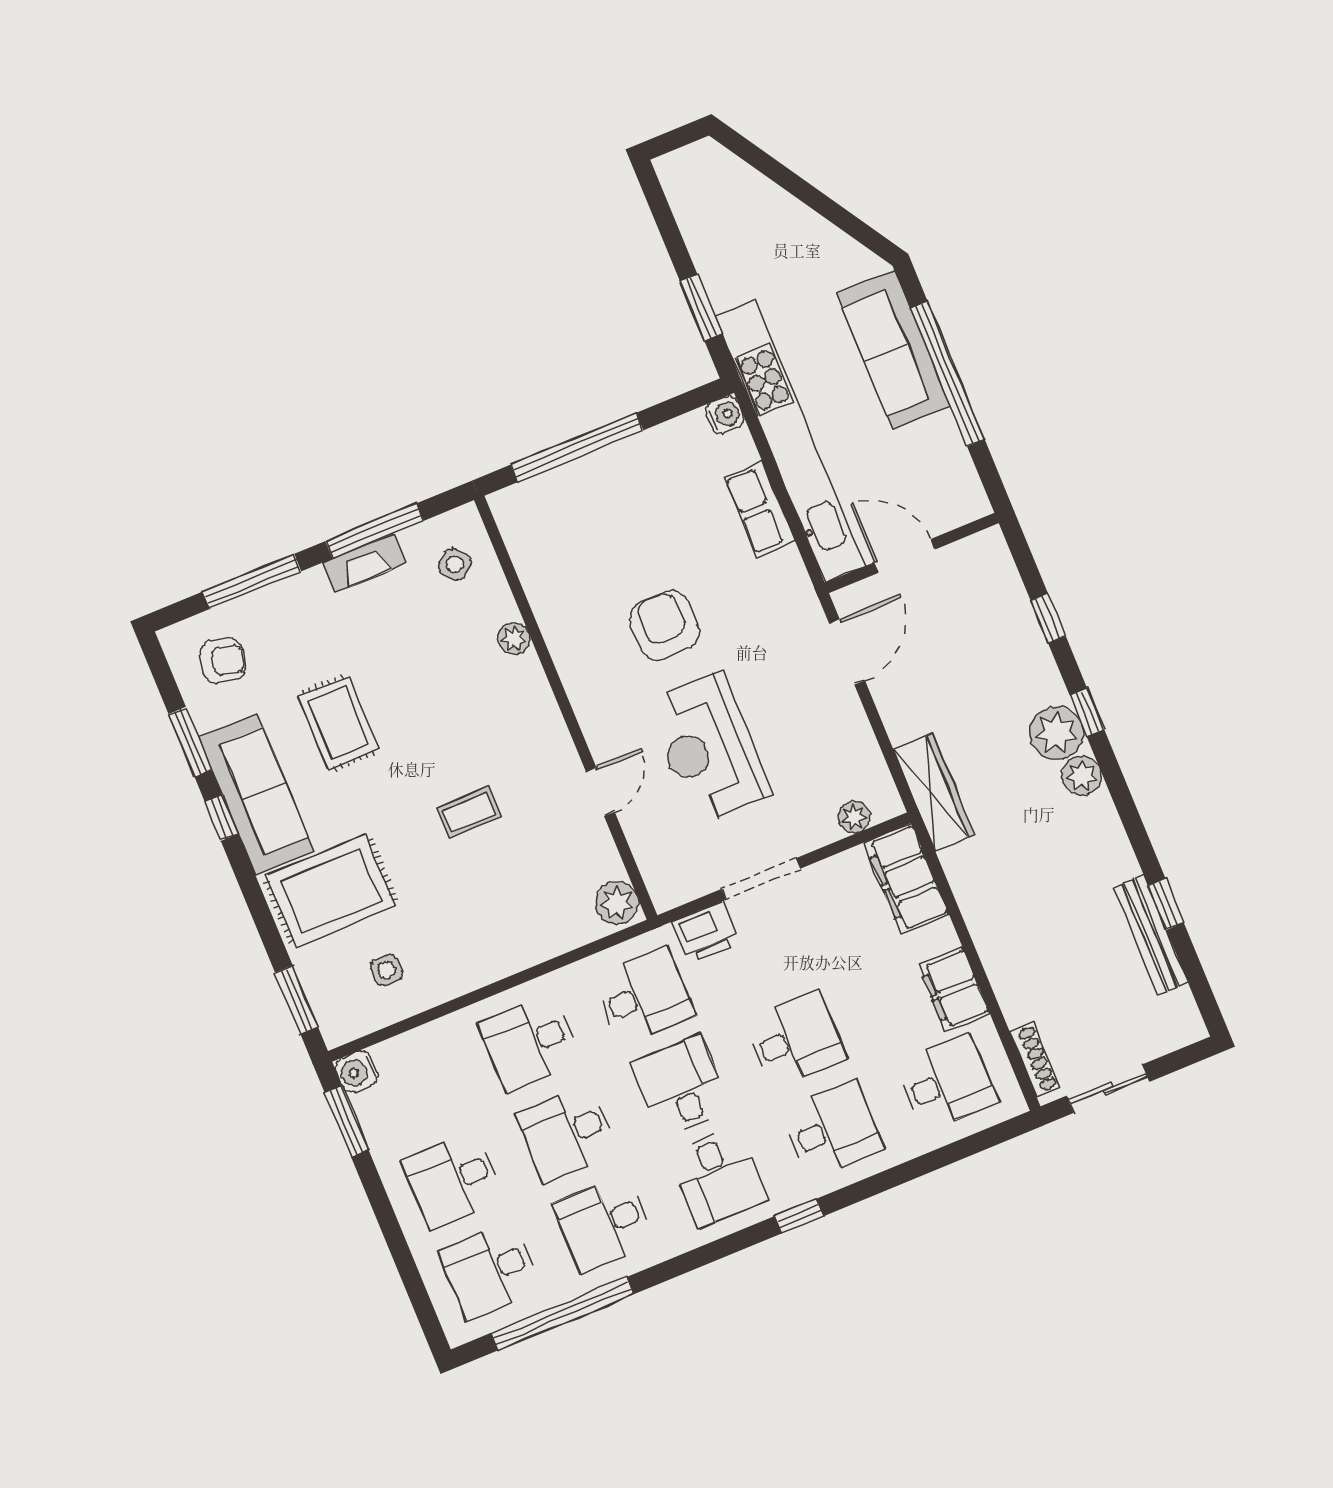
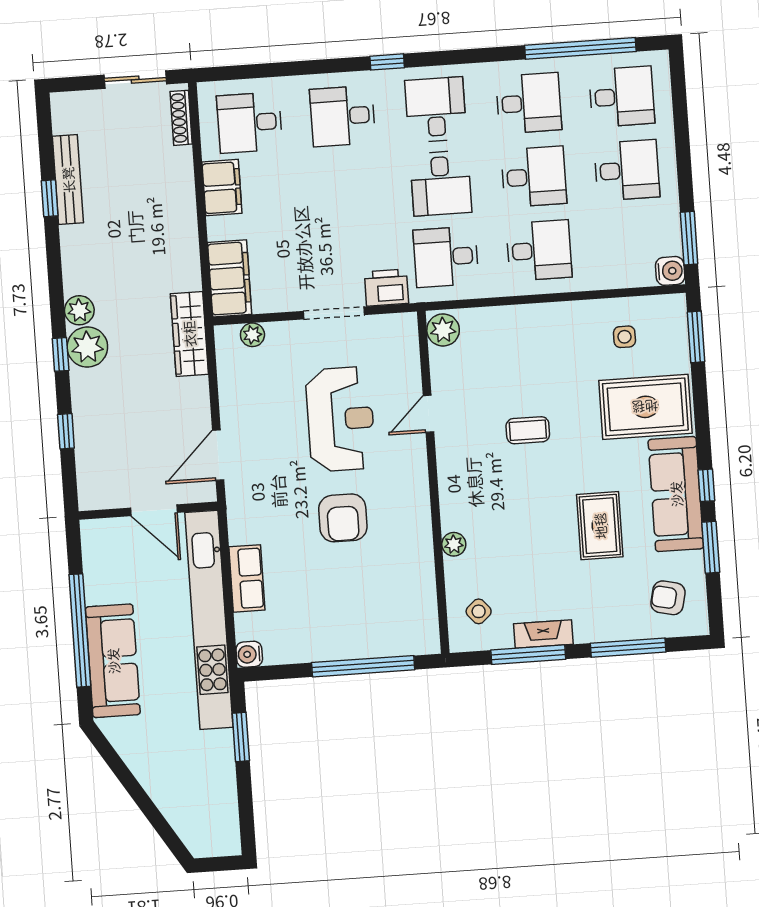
desk: (795, 1039) -> (348, 190), removed

